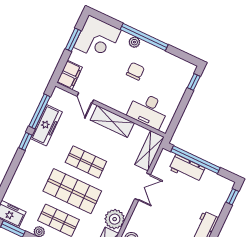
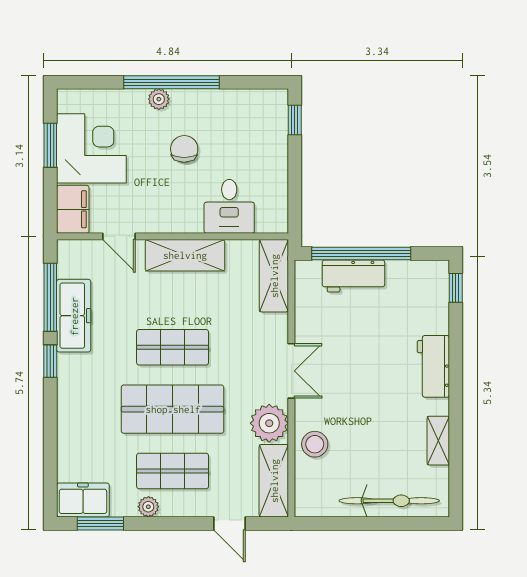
corner desk: (97, 39) -> (91, 148), moved, turned -90
desk: (148, 110) -> (229, 206), width x0.73
double door: (143, 187) -> (291, 371), moved

